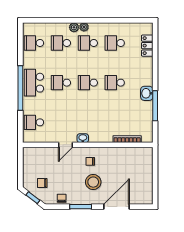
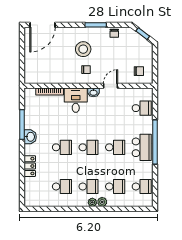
locker: (147, 46) -> (30, 166), moved
desk: (101, 130) -> (76, 100), added
chair: (42, 183) -> (139, 71), moved
door: (116, 207) -> (43, 25), moved

